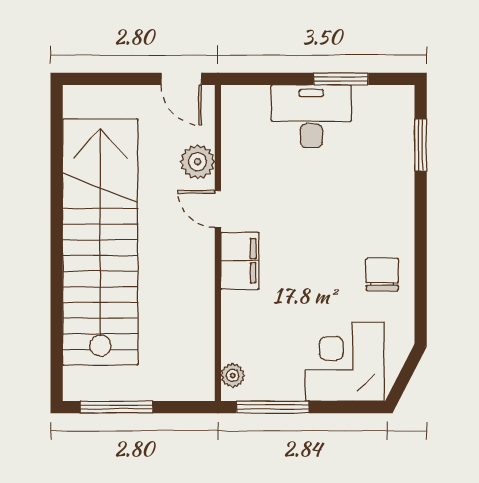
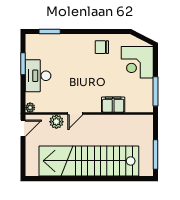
filing cabinet: (240, 261) -> (113, 105), moved
plant: (233, 375) -> (30, 108), moved

